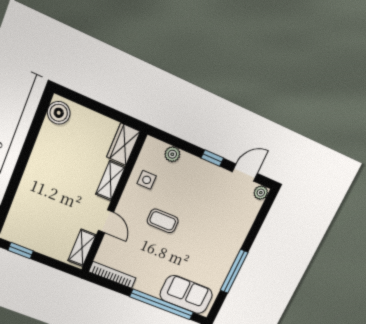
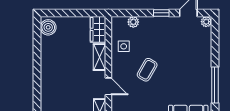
coffee table: (163, 221) -> (147, 70), turned -60

